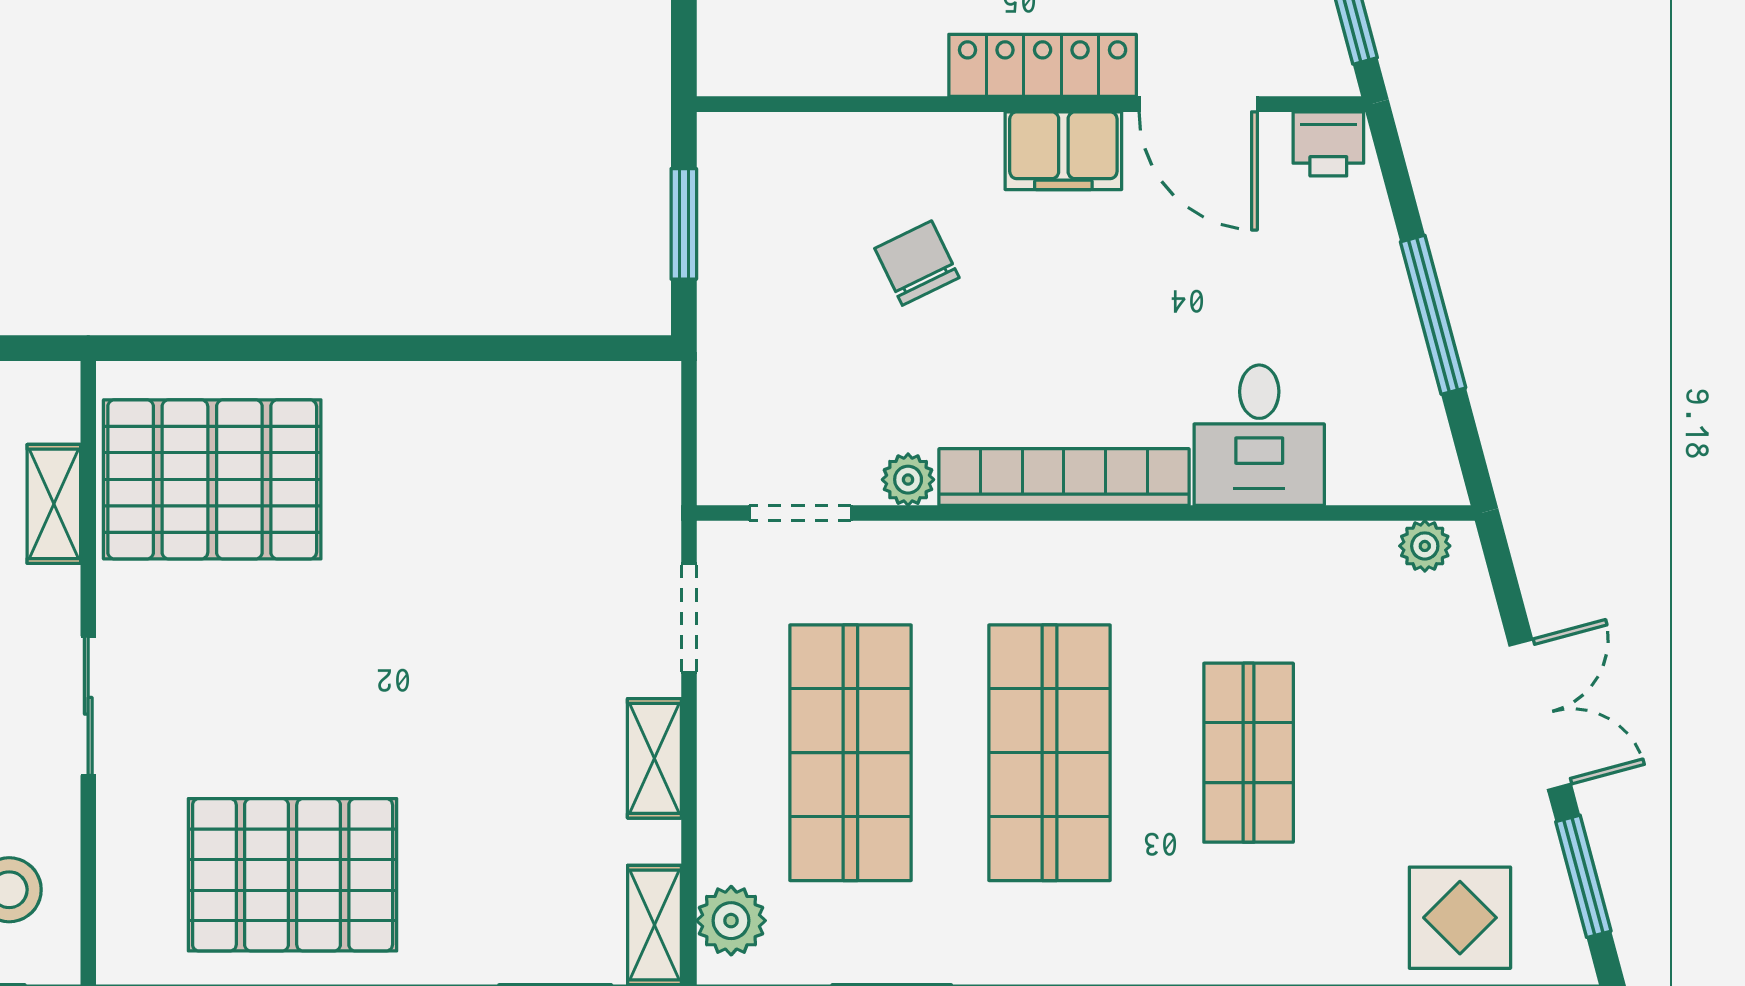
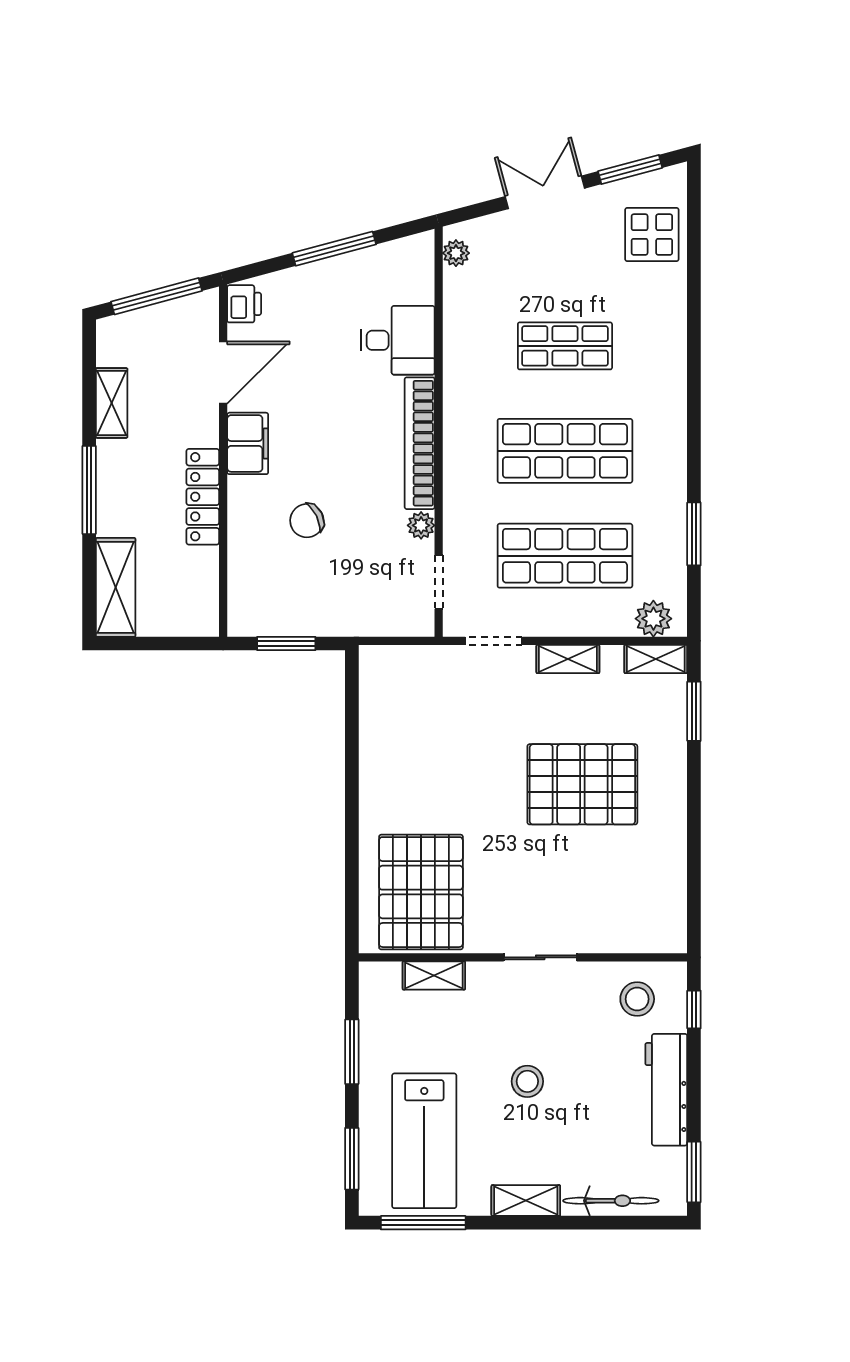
locker: (1043, 65) -> (203, 497), moved
pallet: (293, 875) -> (582, 784), moved, turned 90

